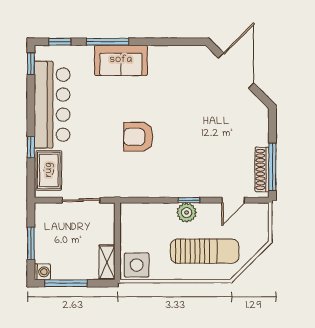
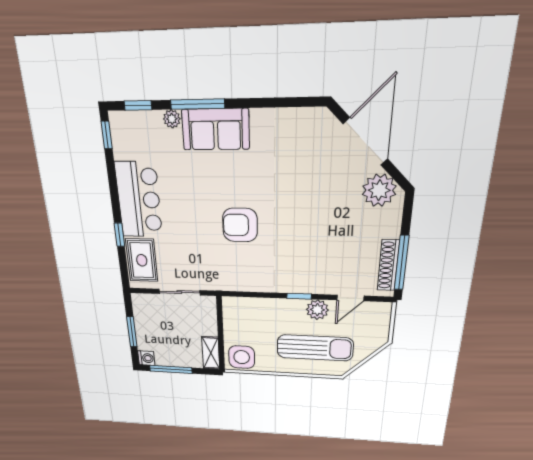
plant: (86, 52) -> (172, 119), added
bar counter: (52, 105) -> (139, 200), width x0.73
plant: (249, 107) -> (379, 190), added
plant: (187, 213) -> (317, 310), moved

